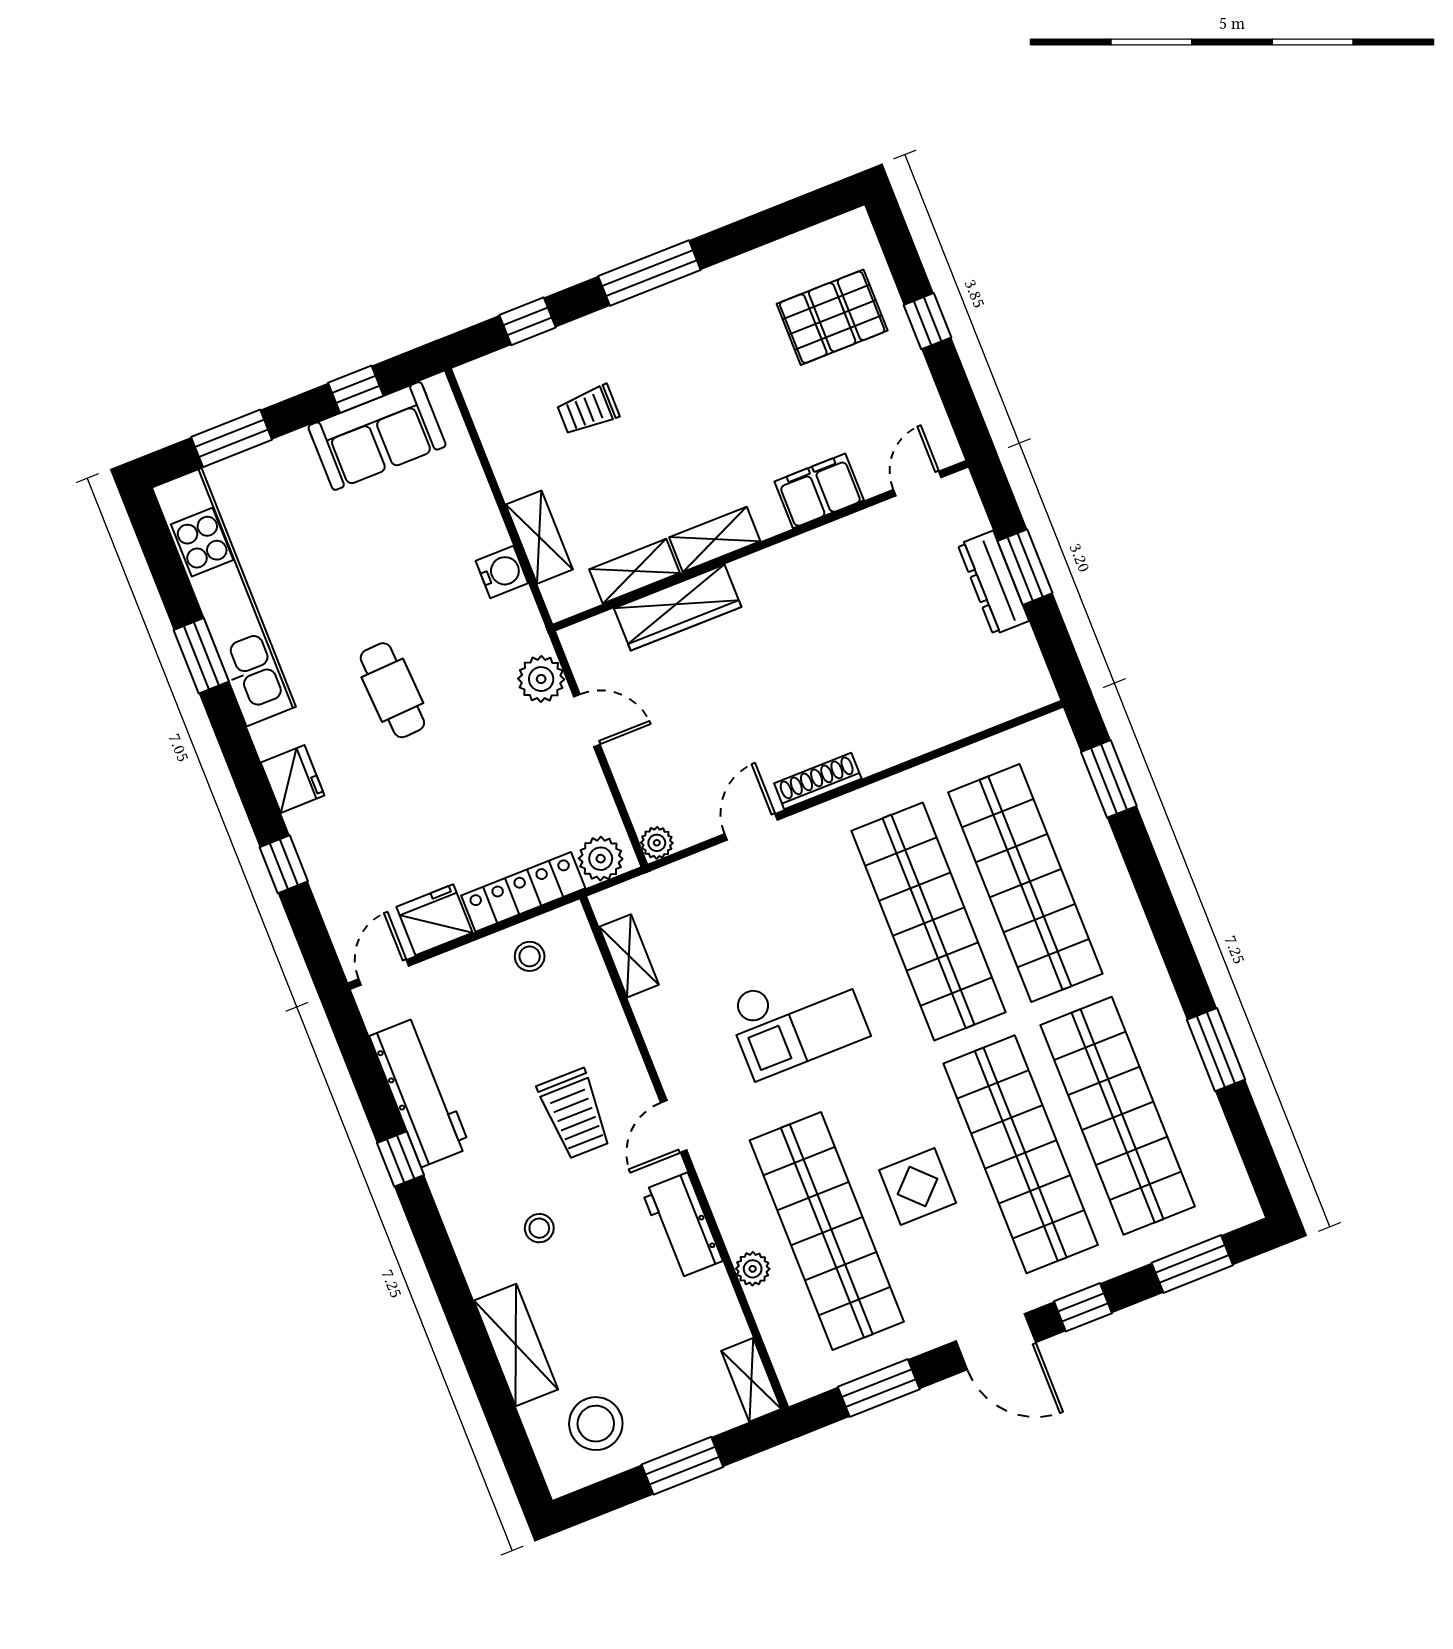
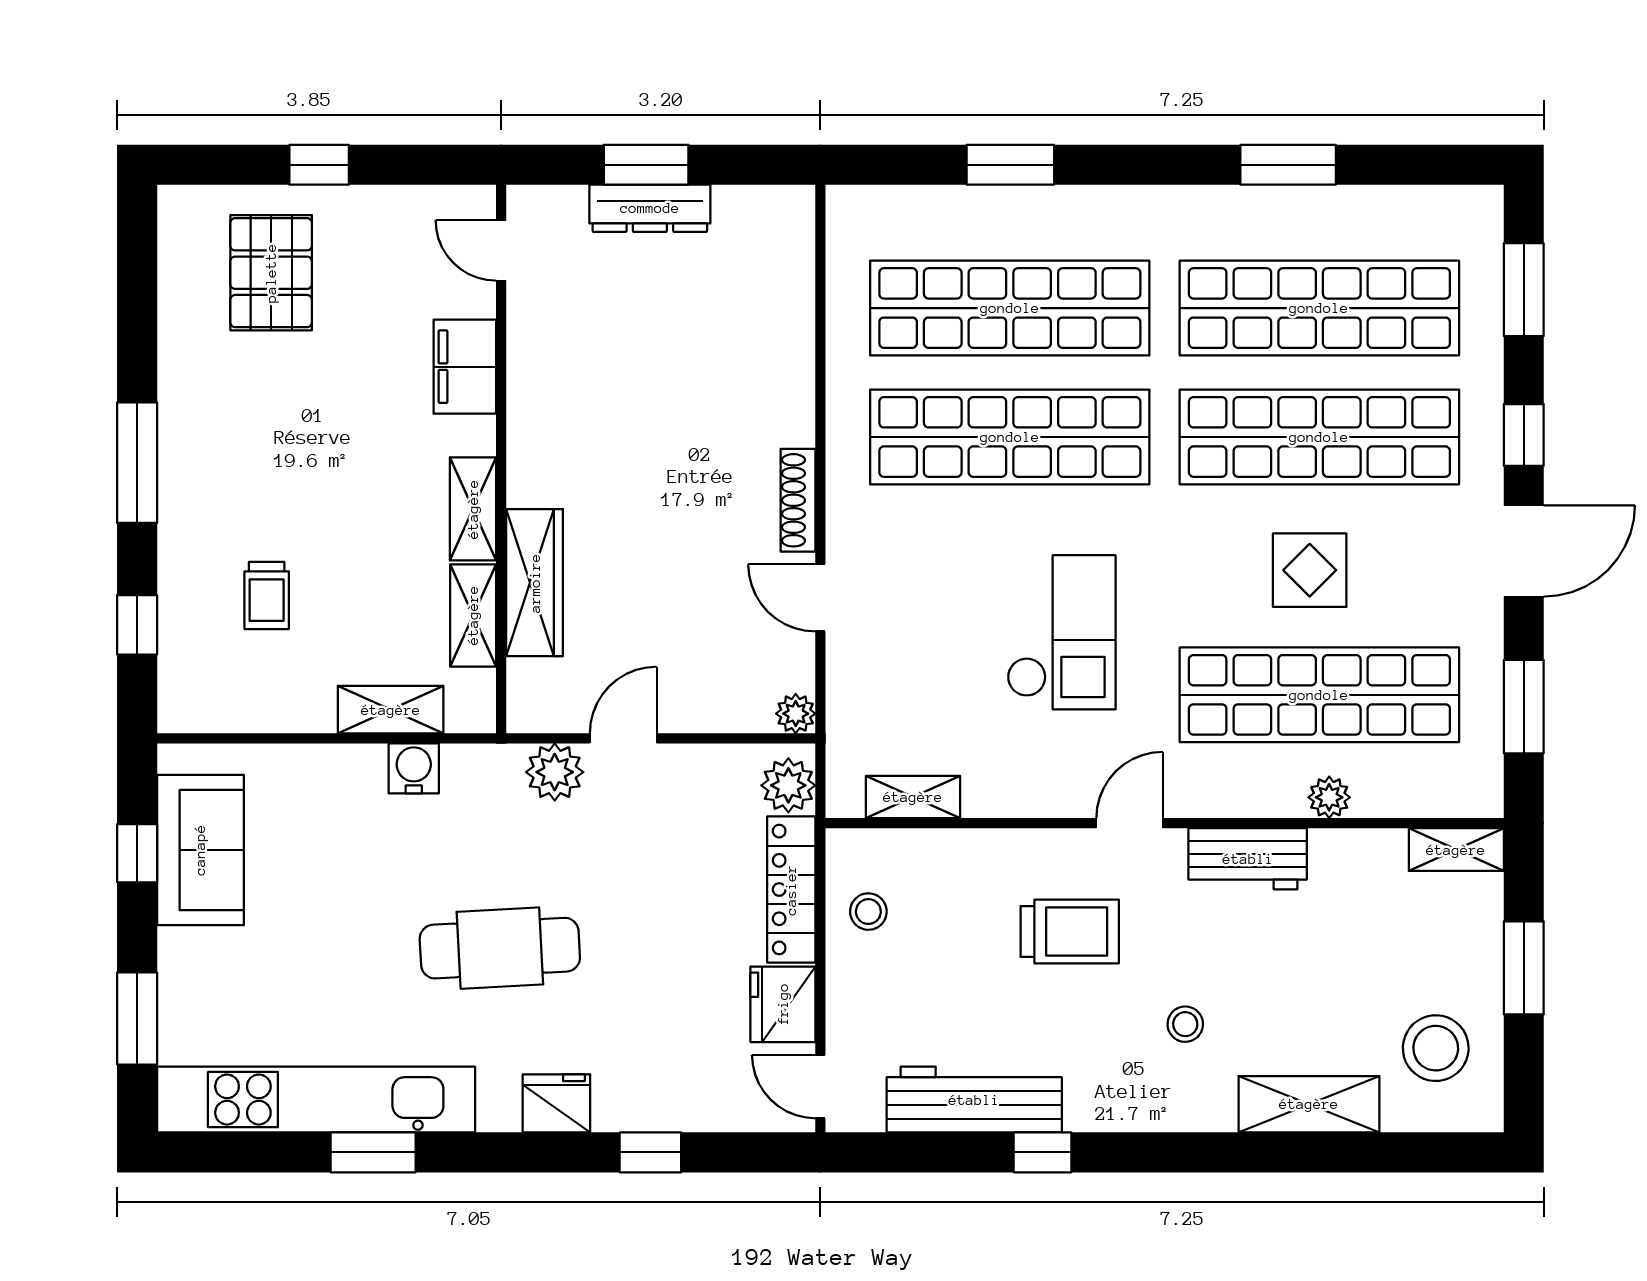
cafe table: (392, 690) -> (500, 948), width x1.37, depth x1.35
window: (1109, 779) -> (1010, 165), moved
door: (674, 1126) -> (1130, 823), swing flipped

